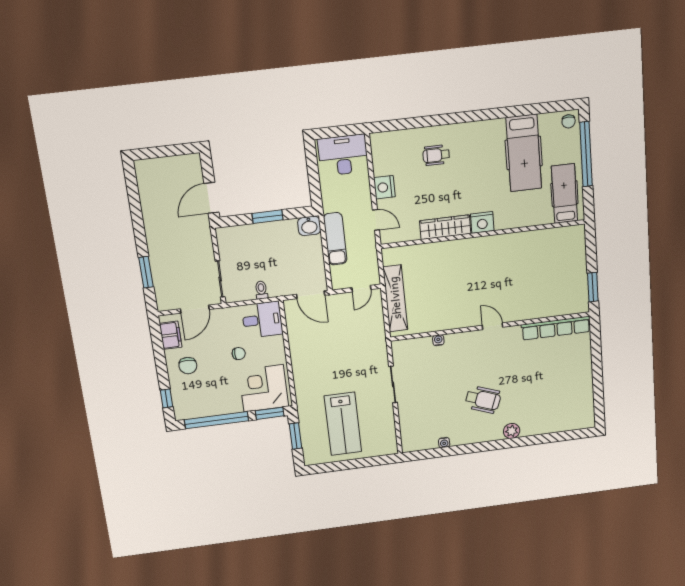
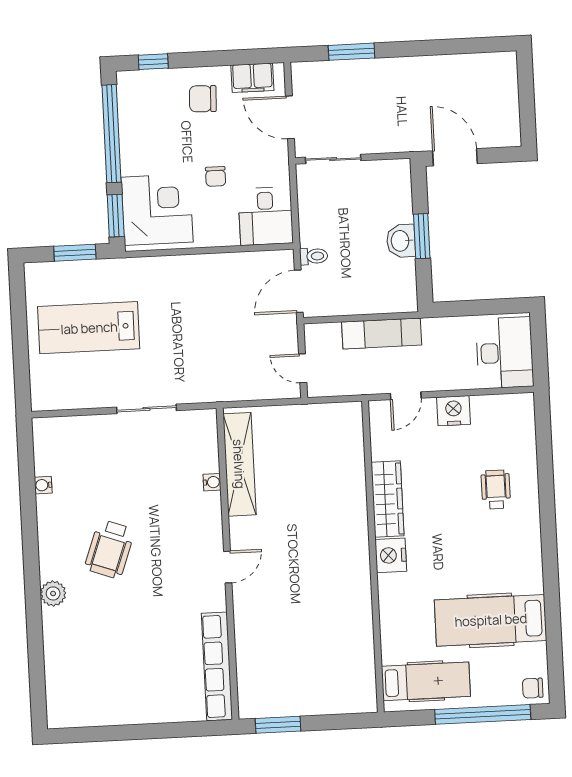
washbasin: (309, 226) -> (401, 241), moved
toilet: (261, 290) -> (314, 256), moved
shelving: (395, 298) -> (239, 464), moved, turned 90

